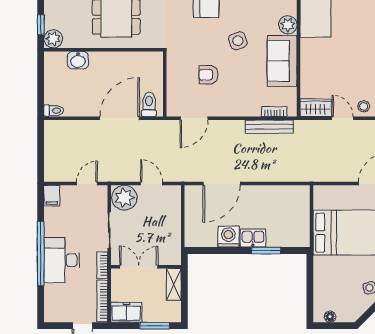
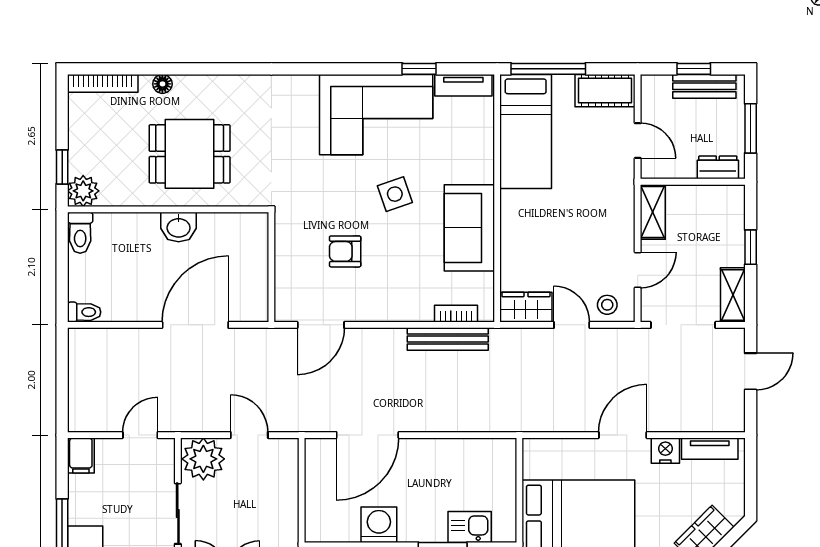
plant: (288, 25) -> (479, 167), removed
washbasin: (78, 60) -> (179, 227), moved
toilet: (149, 104) -> (80, 233), moved, turned 180
kitchen sink: (253, 238) -> (470, 527), moved

